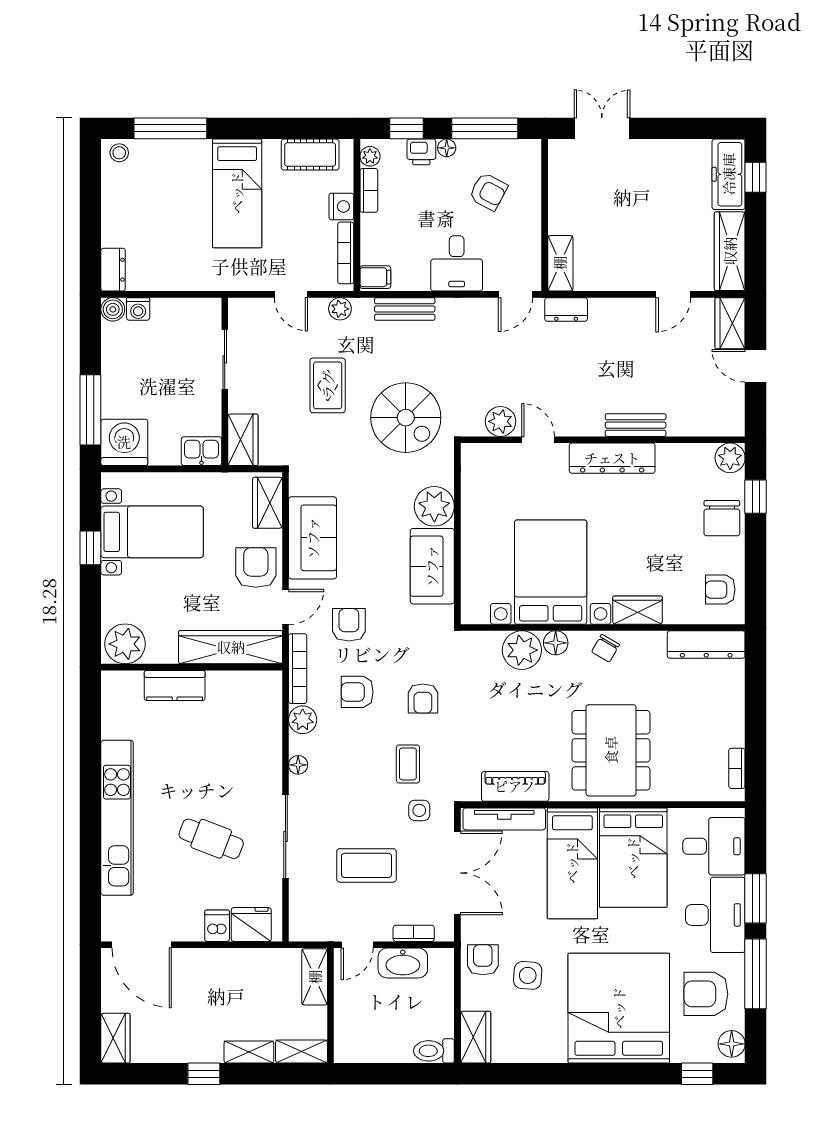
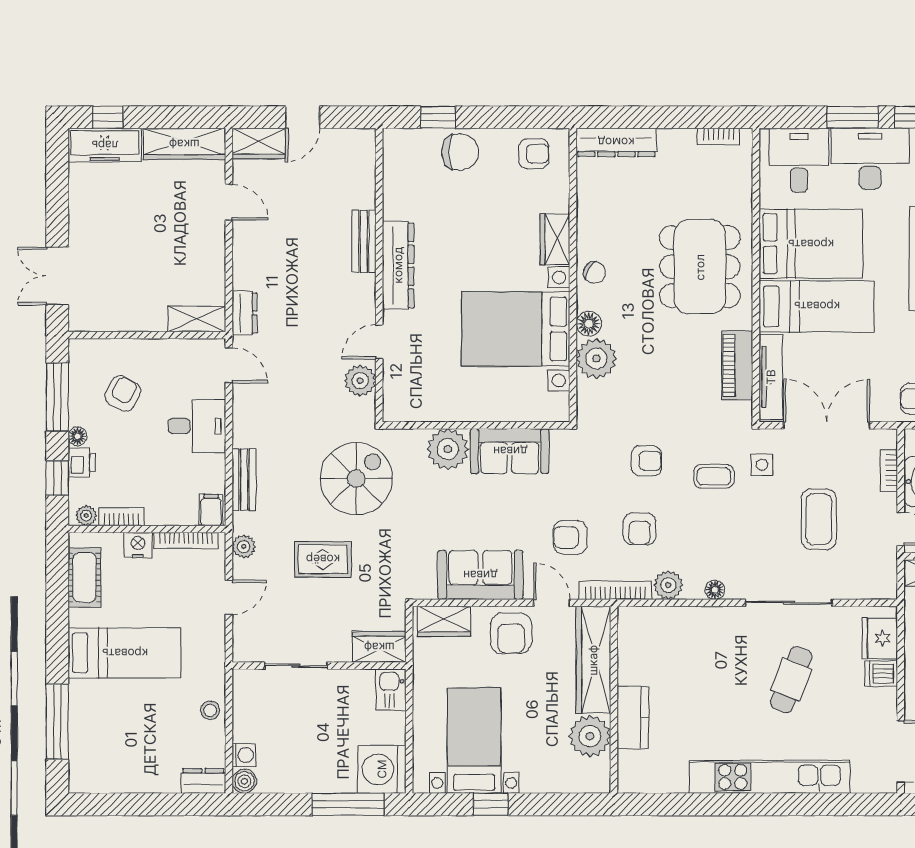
stool: (119, 153) -> (210, 710), moved
plant: (730, 458) -> (398, 144), removed
armchair: (256, 568) -> (511, 633), turned -90
armchair: (720, 590) -> (534, 154), turned -90
plant: (125, 644) -> (590, 736), moved
dresser: (706, 644) -> (616, 142), moved, turned 90
dining table: (611, 750) -> (700, 267), turned 90

